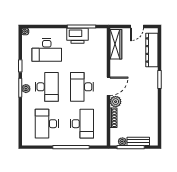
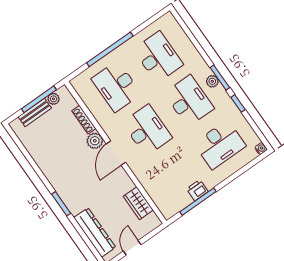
printer: (77, 36) -> (197, 190), width x0.53, depth x0.68
wardrobe: (116, 44) -> (138, 203), width x0.67
desk: (47, 50) -> (220, 145), turned 180
desk: (47, 87) -> (189, 101), turned 180

